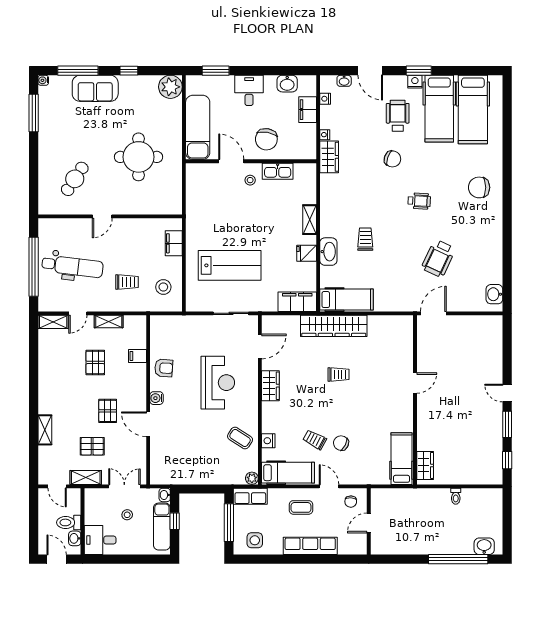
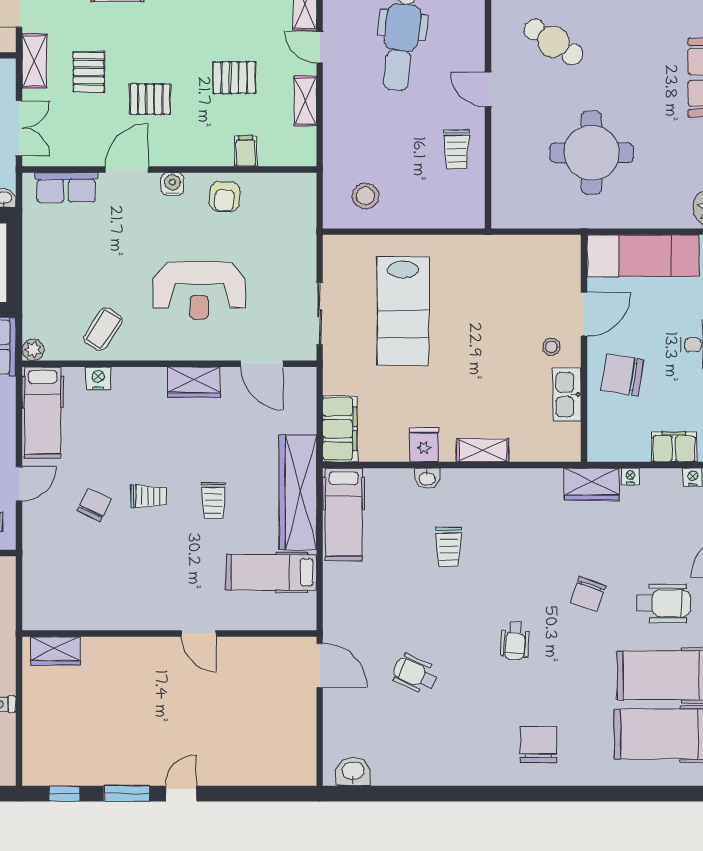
trolley: (365, 239) -> (449, 547), turned 90
filing cabinet: (174, 243) -> (441, 214), removed
washbasin: (328, 252) -> (427, 478), width x0.52, depth x0.69
wheelchair: (438, 258) -> (415, 674), width x0.73, depth x0.73
trolley: (127, 282) -> (456, 149), moved
trolley: (315, 440) -> (149, 496), moved, turned 62
row of seats: (159, 459) -> (66, 188), added
hospital bed: (402, 459) -> (271, 572), moved, turned 180

